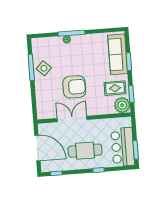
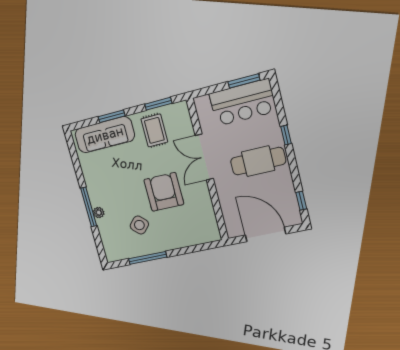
side table: (44, 68) -> (139, 225), moved
plant: (122, 105) -> (178, 115), removed
double door: (72, 119) -> (204, 157), moved
door: (37, 148) -> (265, 234), hinge flipped
cafe table: (85, 151) -> (258, 161), turned 90

